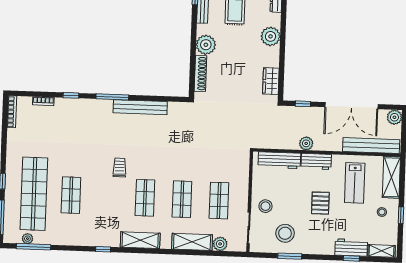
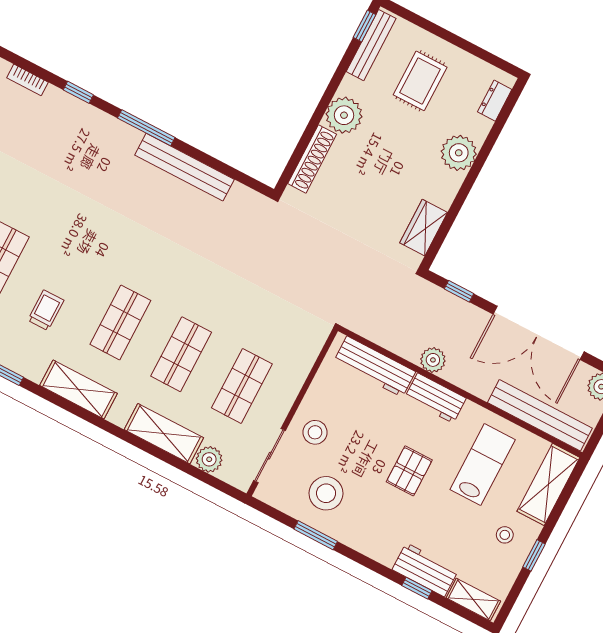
trolley: (120, 168) -> (46, 310), moved
lab bench: (355, 183) -> (483, 465), turned 180

